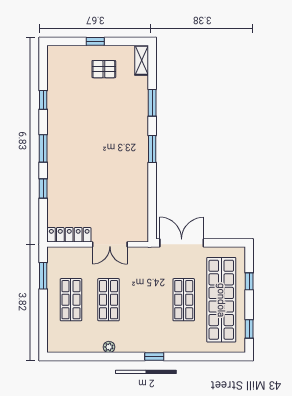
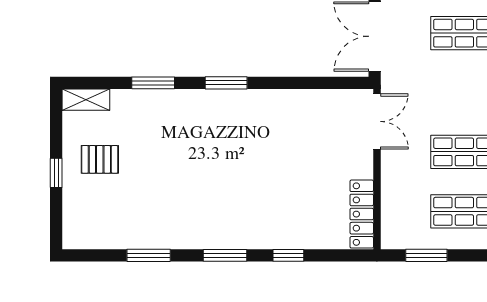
pallet: (104, 69) -> (100, 159), turned 90
window: (43, 100) -> (149, 255), width x1.50
double door: (110, 244) -> (377, 121), moved

